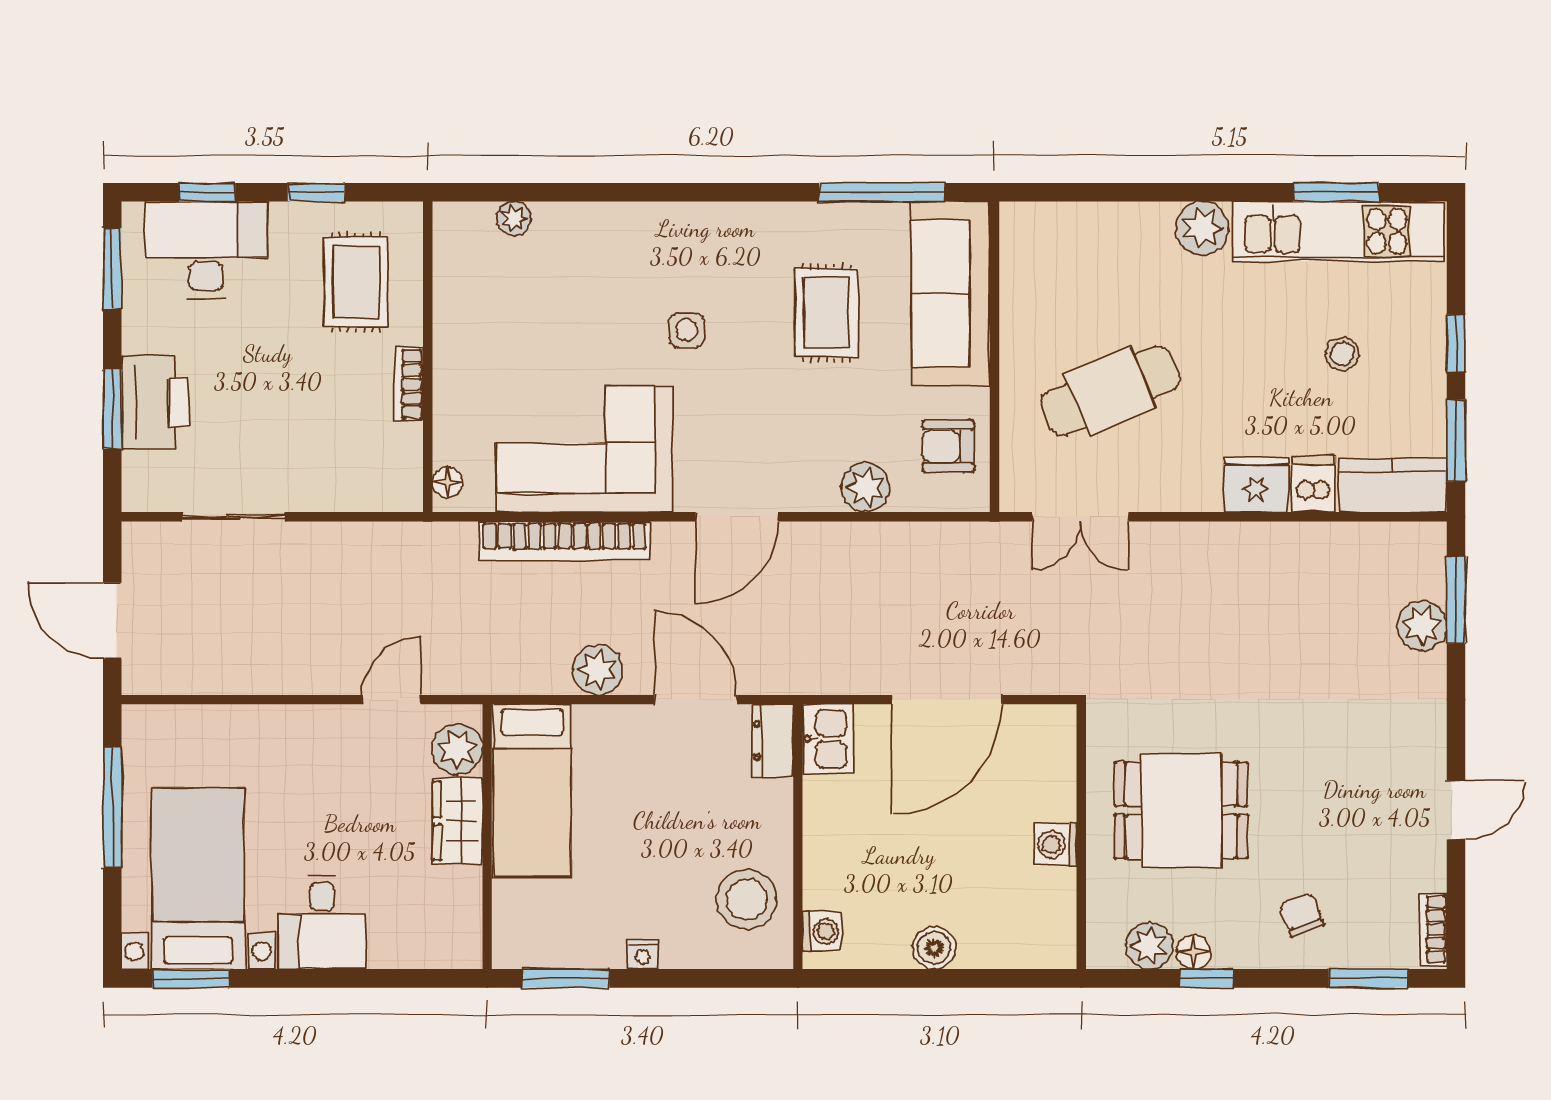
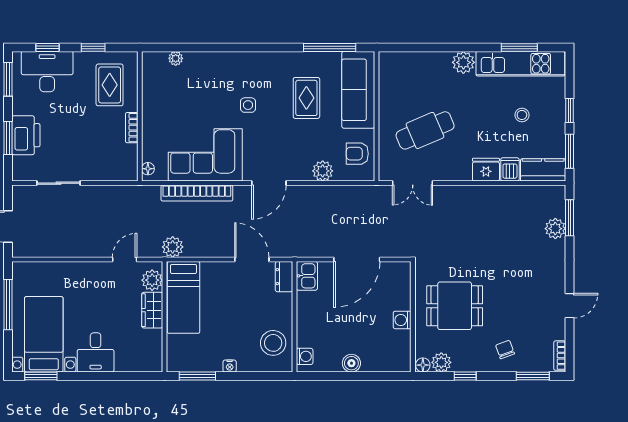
plant: (598, 670) -> (173, 247), moved
floor lamp: (1193, 952) -> (423, 365), moved

